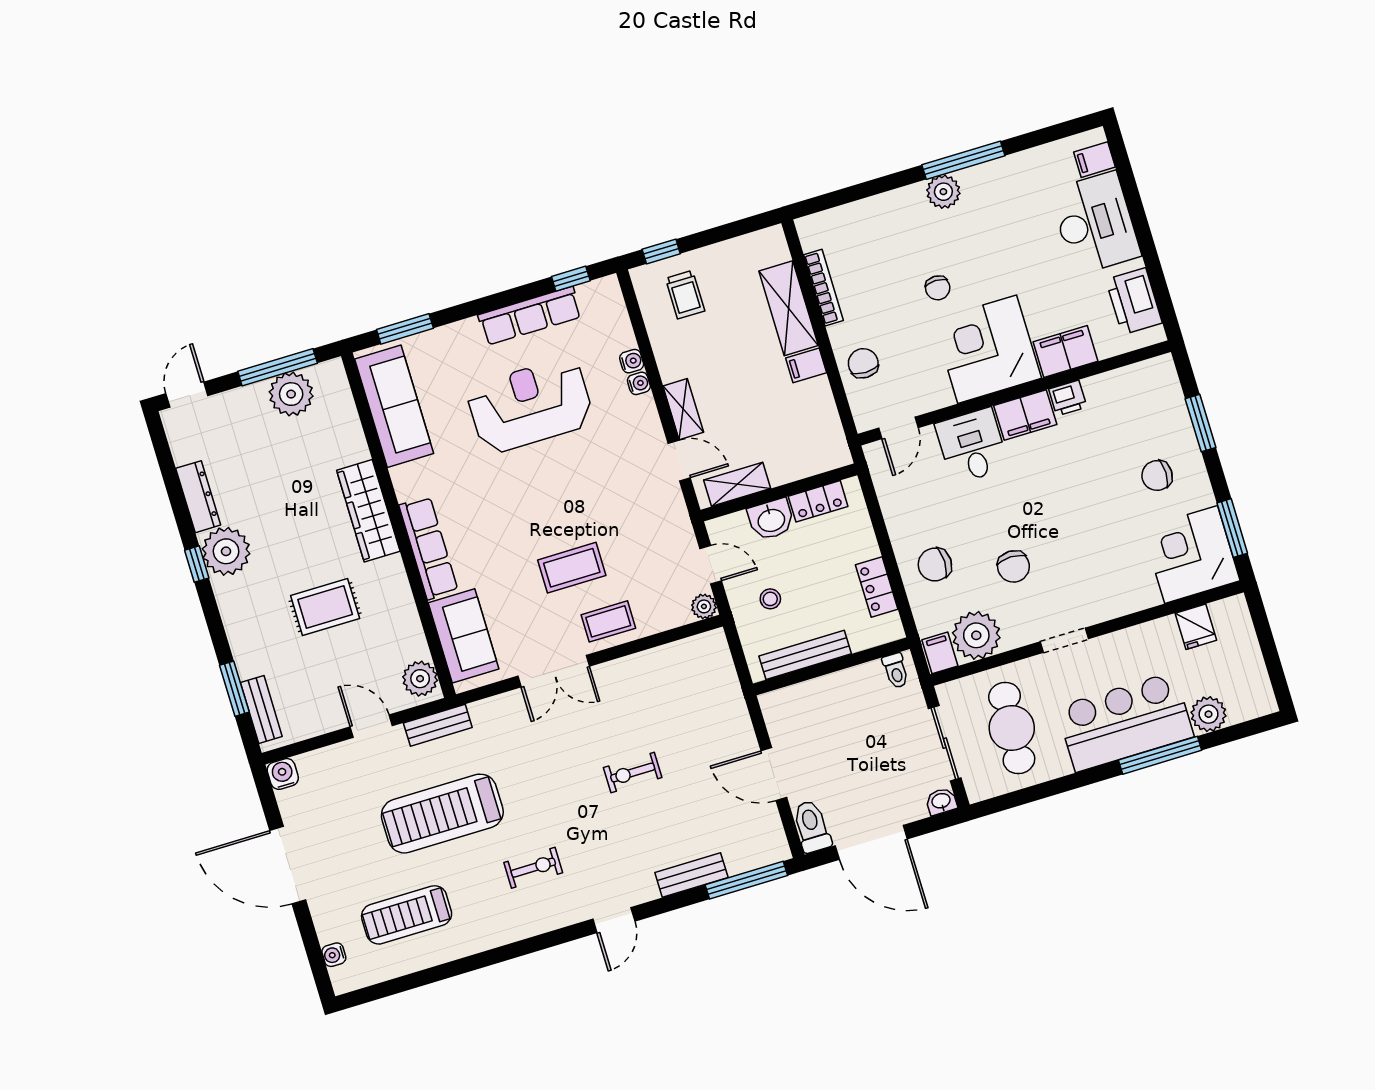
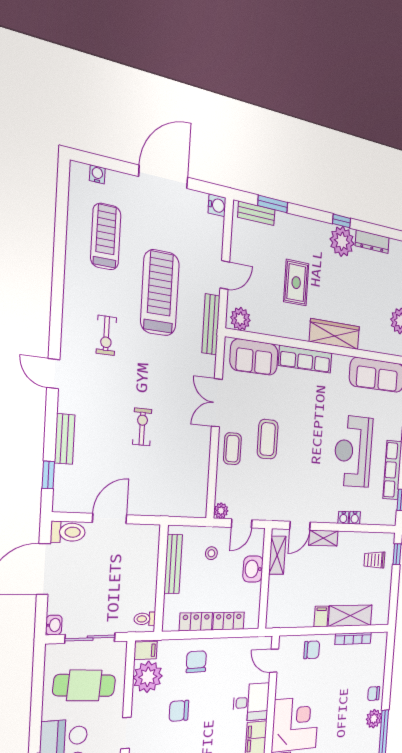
chair: (938, 288) -> (374, 694), moved
reception desk: (530, 405) -> (353, 451), turned 180
locker: (818, 501) -> (229, 621), moved, turned 90
bench: (438, 725) -> (211, 324), width x1.36
window: (746, 880) -> (48, 475), width x0.46

